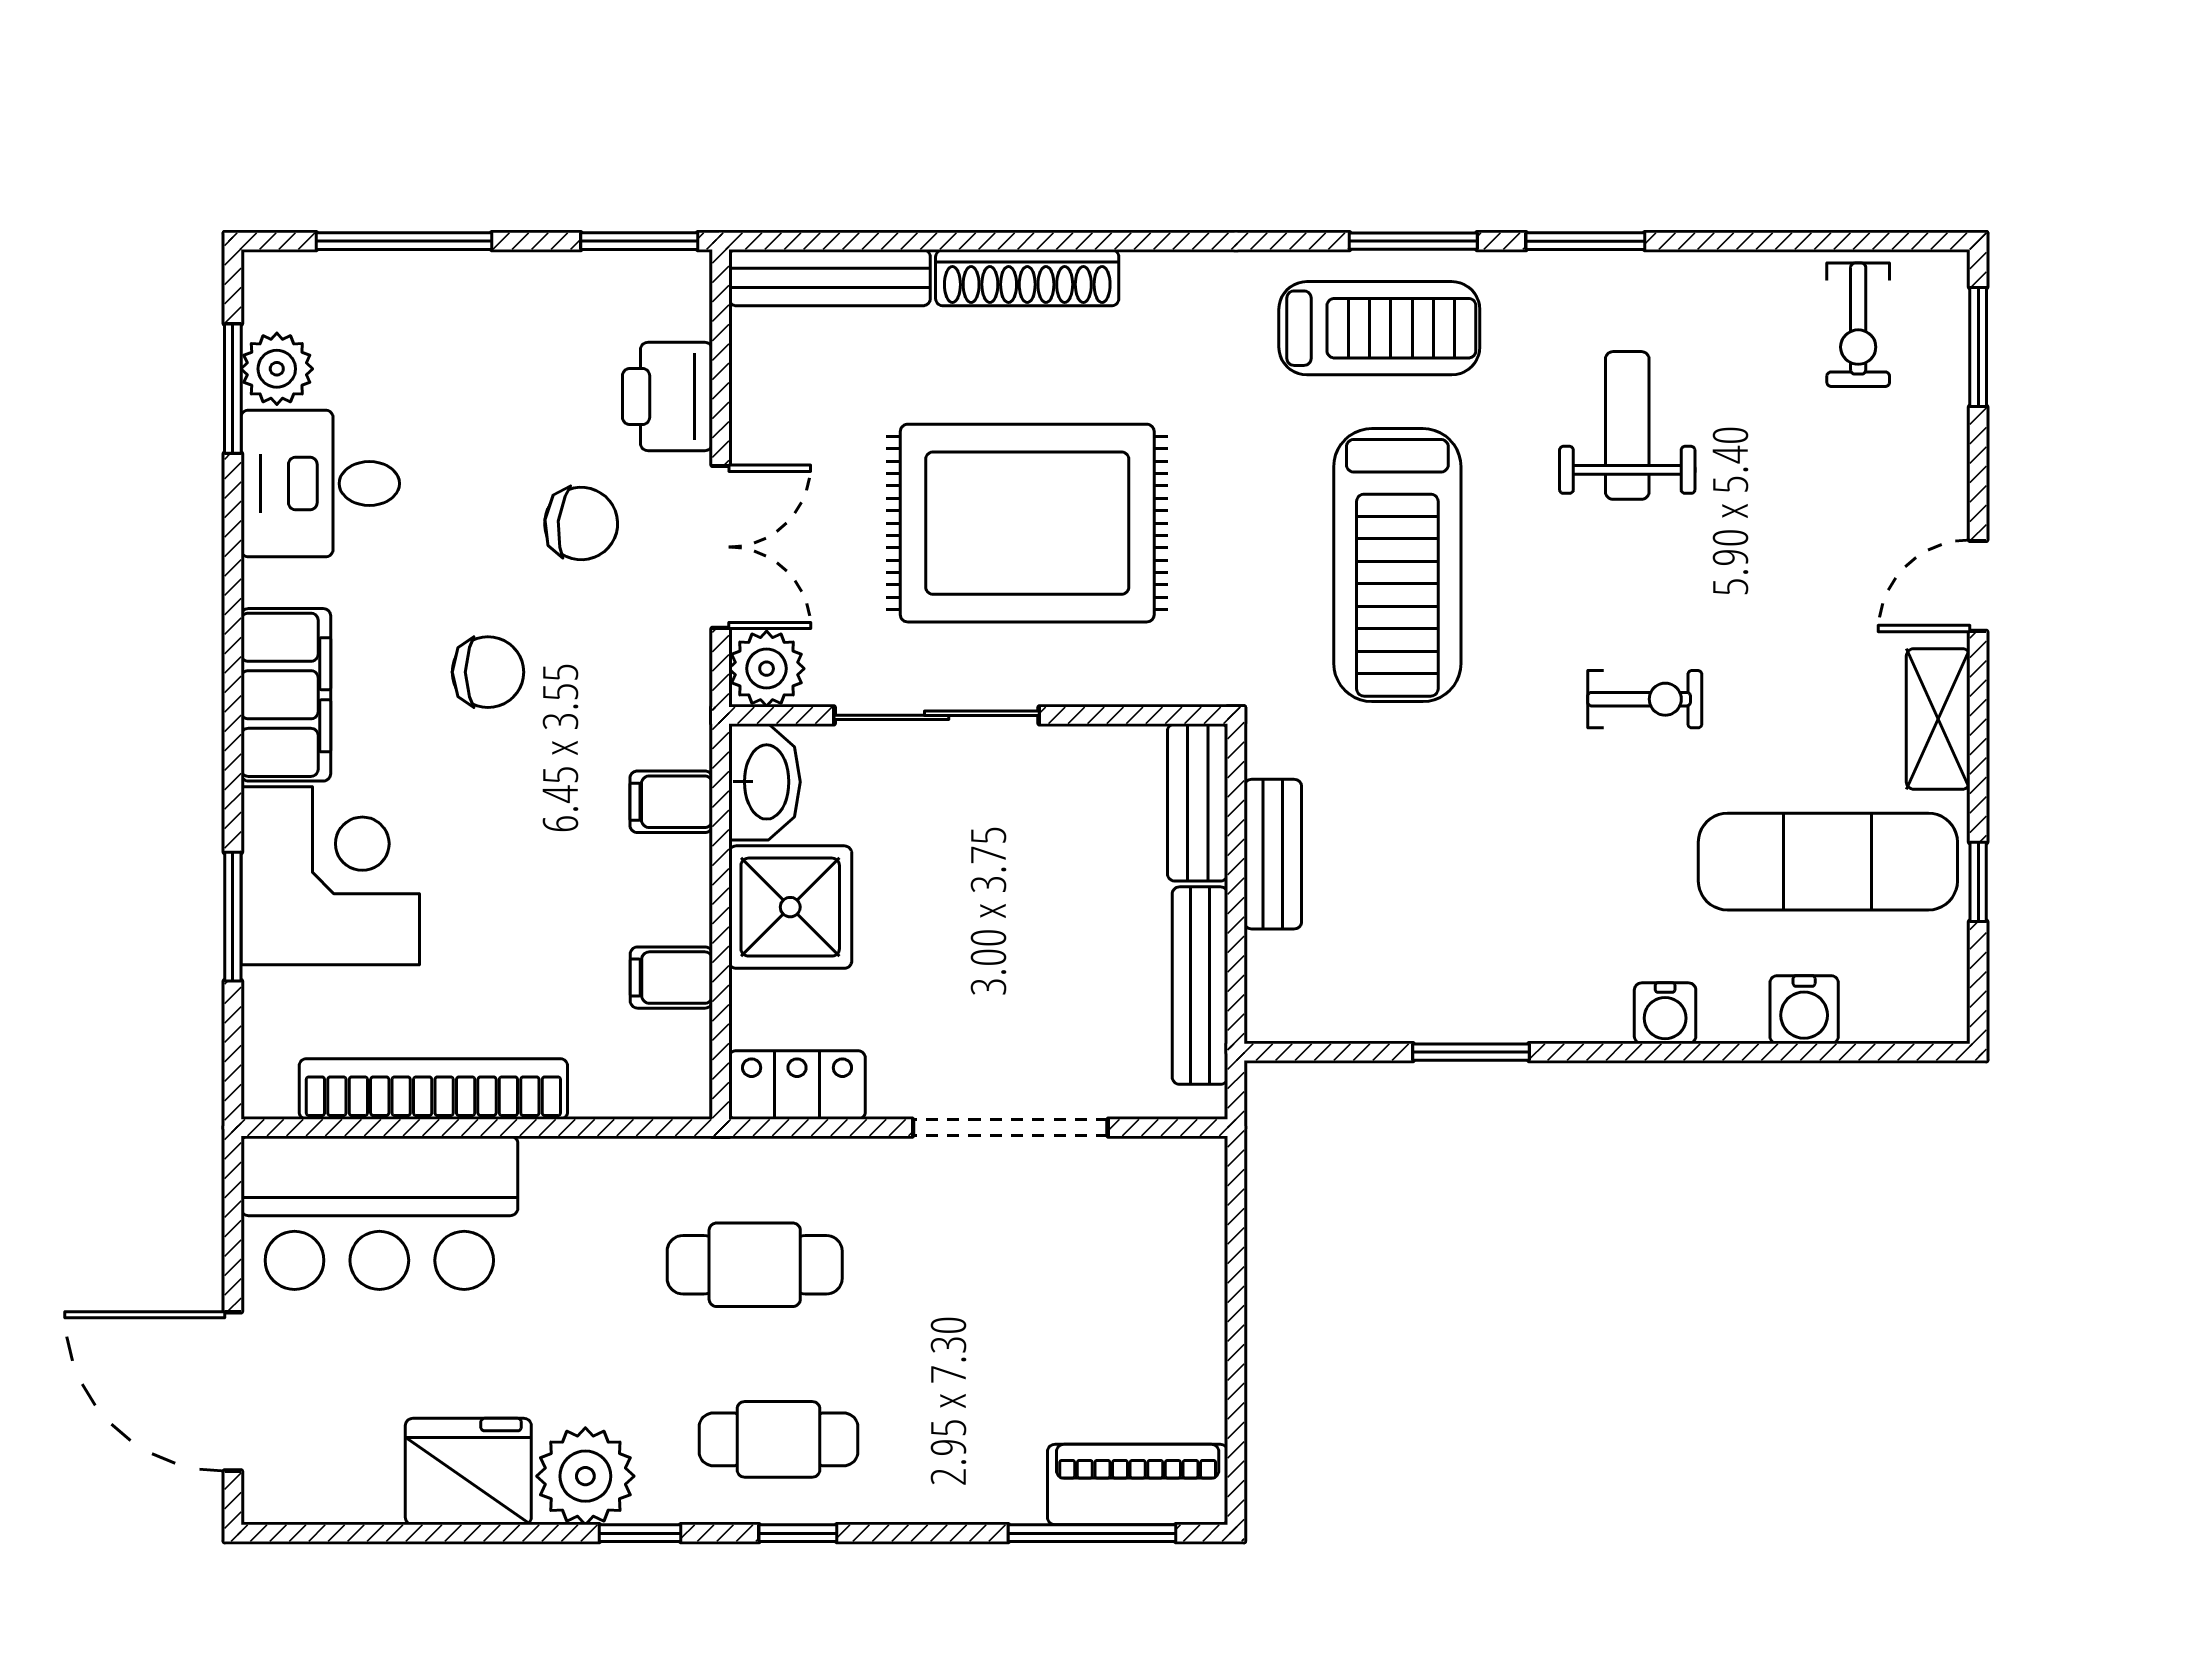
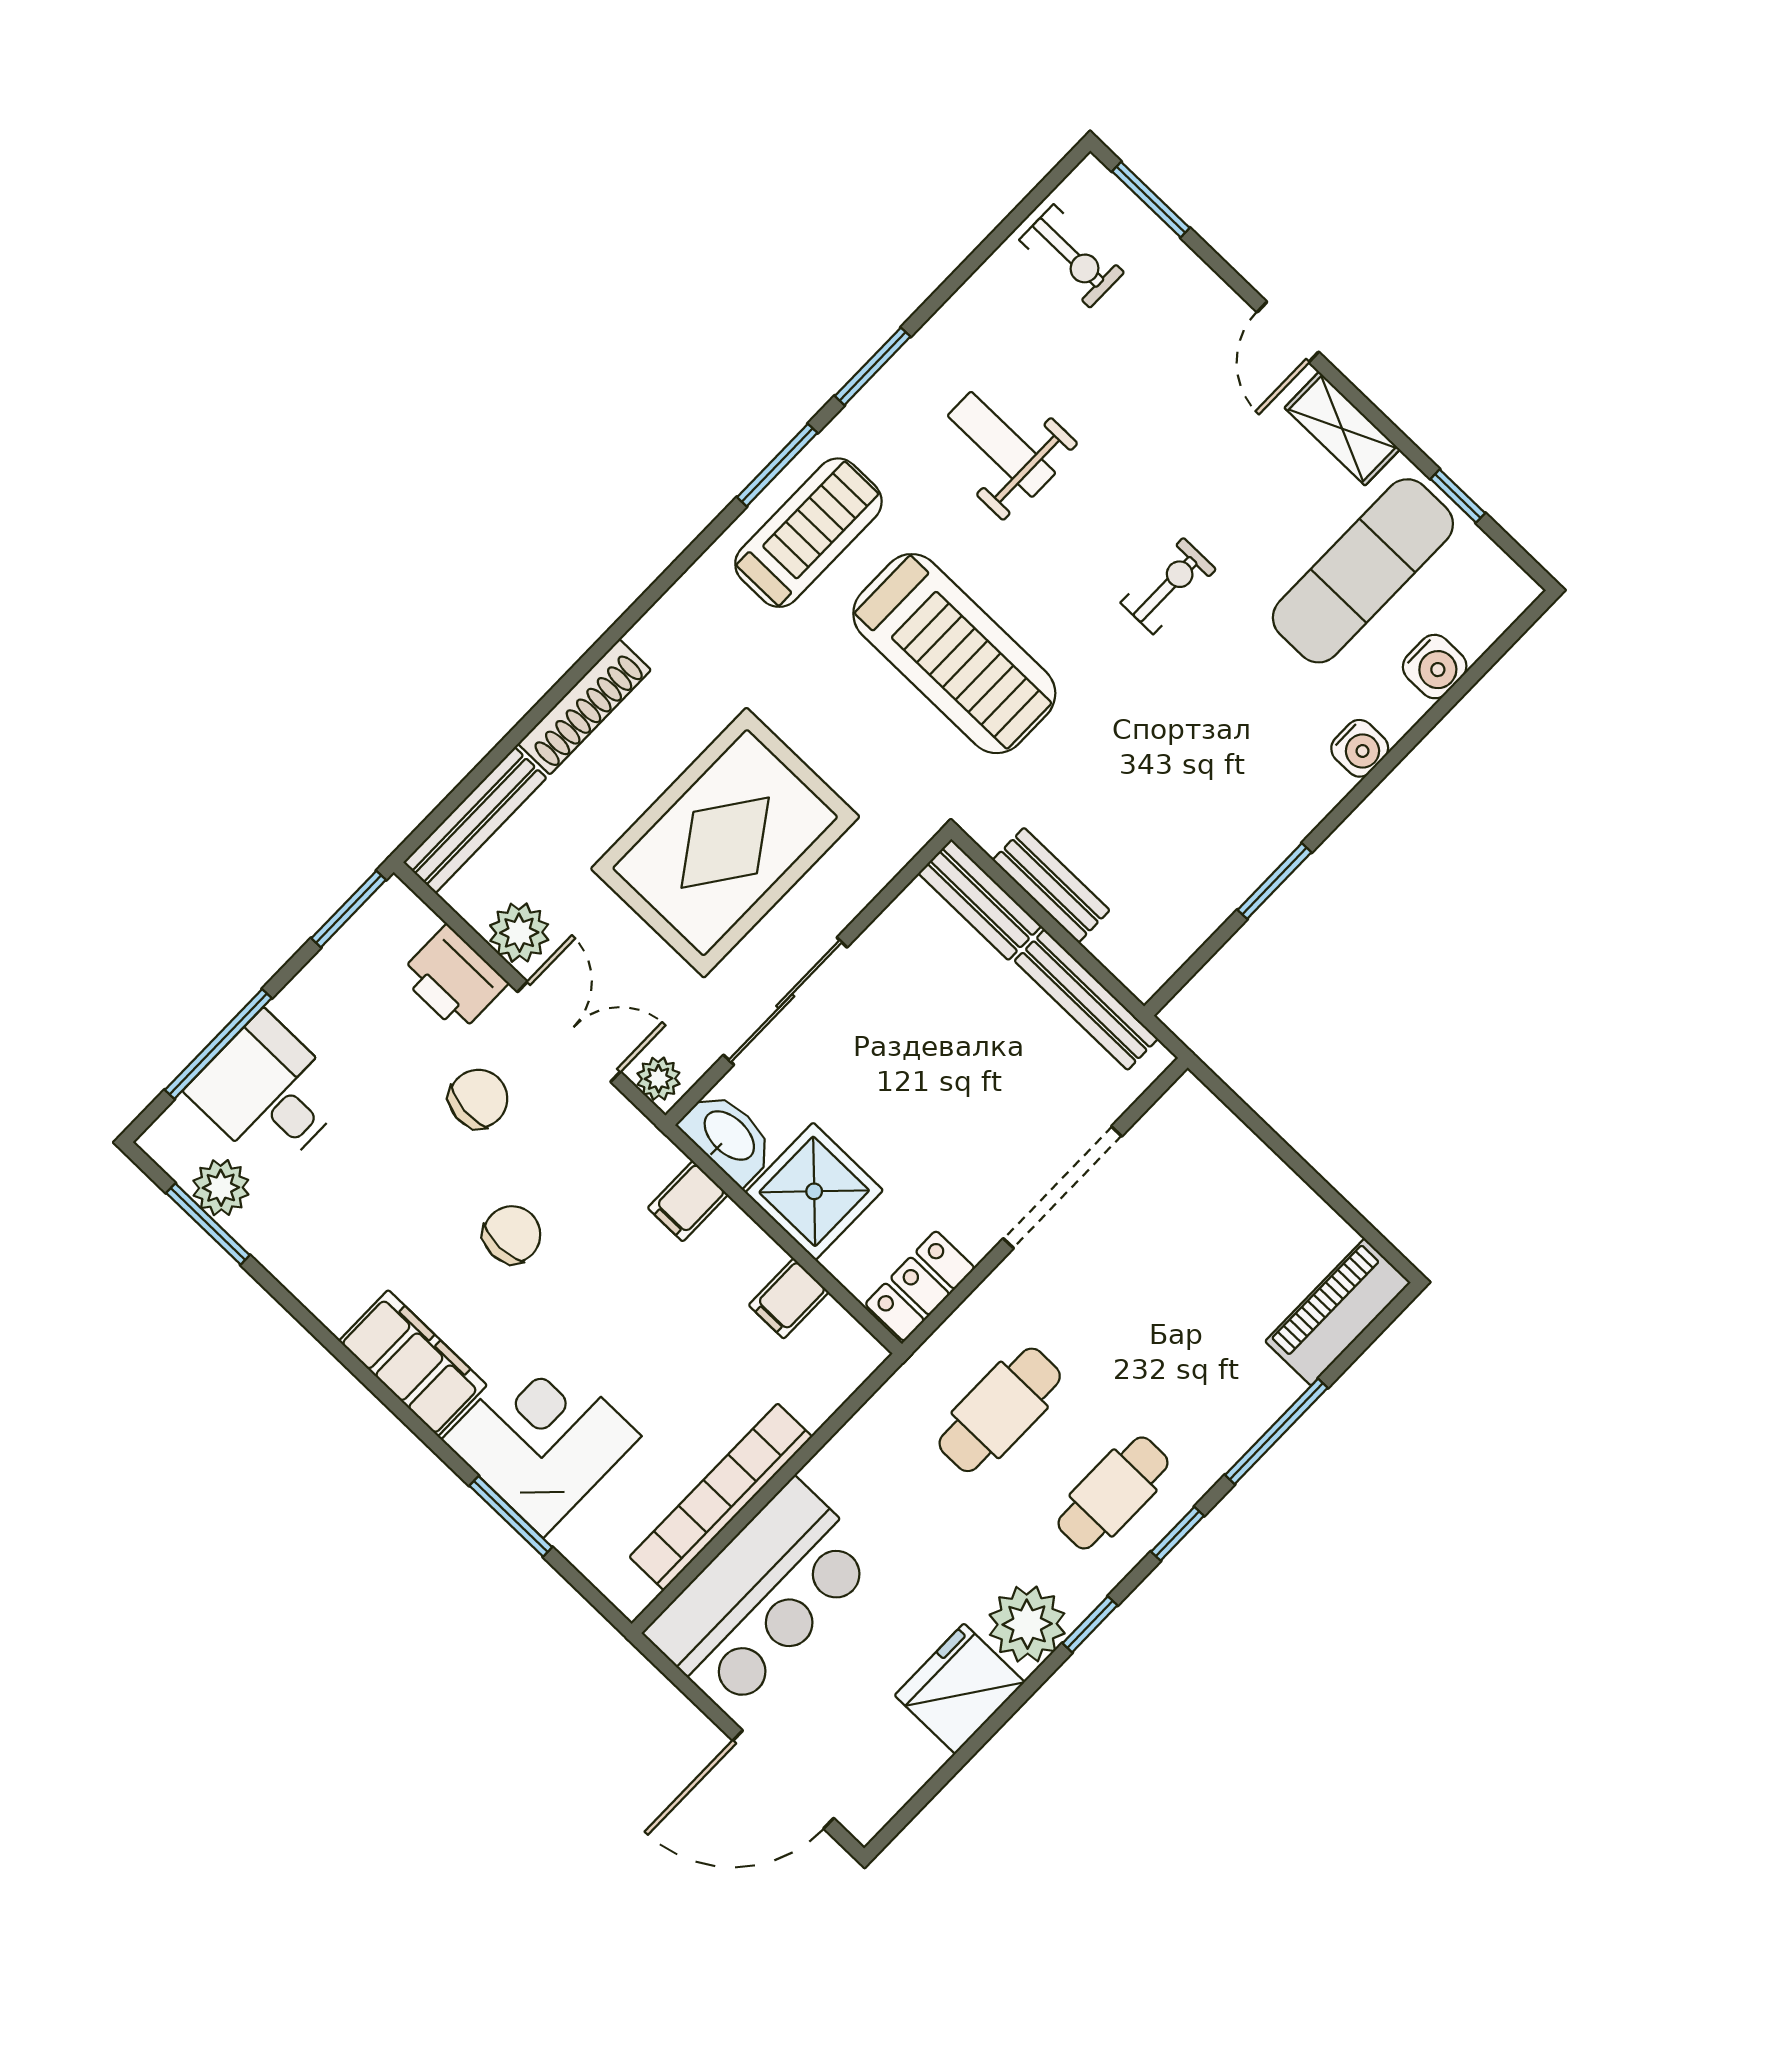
plant: (767, 416) -> (519, 933), added
desk: (320, 484) -> (268, 1093), moved, turned 90
plant: (767, 669) -> (658, 1079), width x0.73, depth x0.73
window: (1092, 1533) -> (1276, 1431), moved

